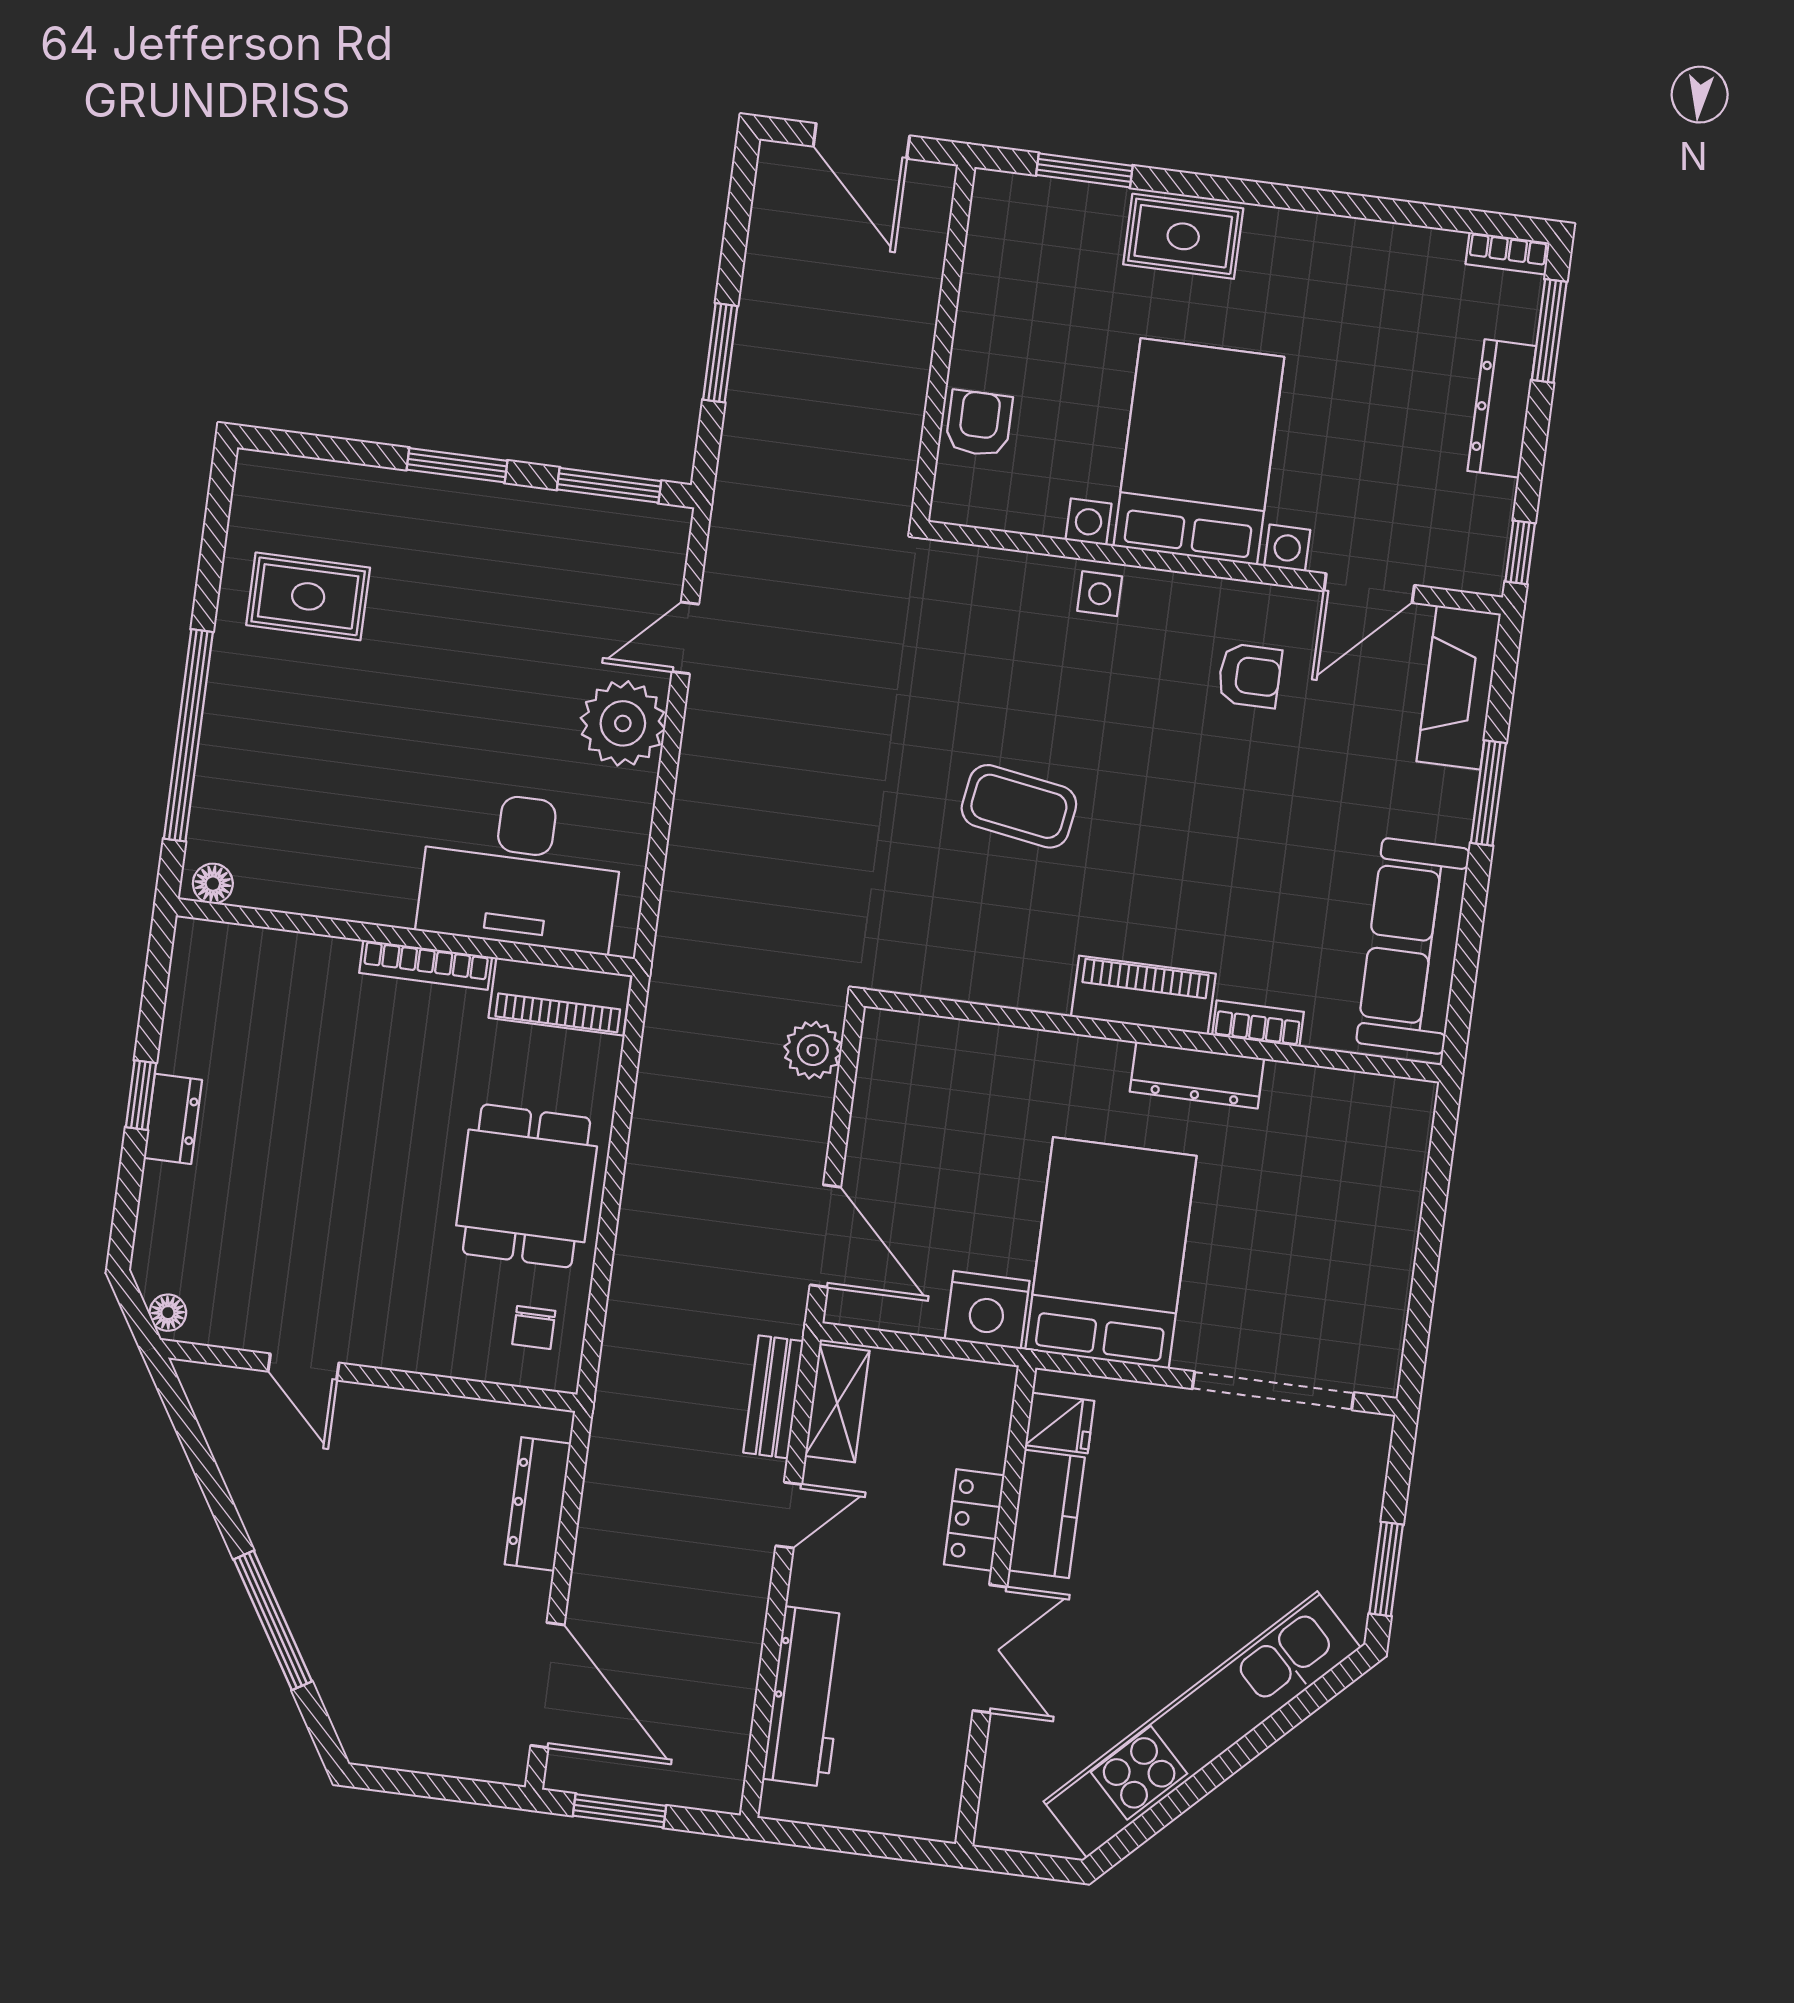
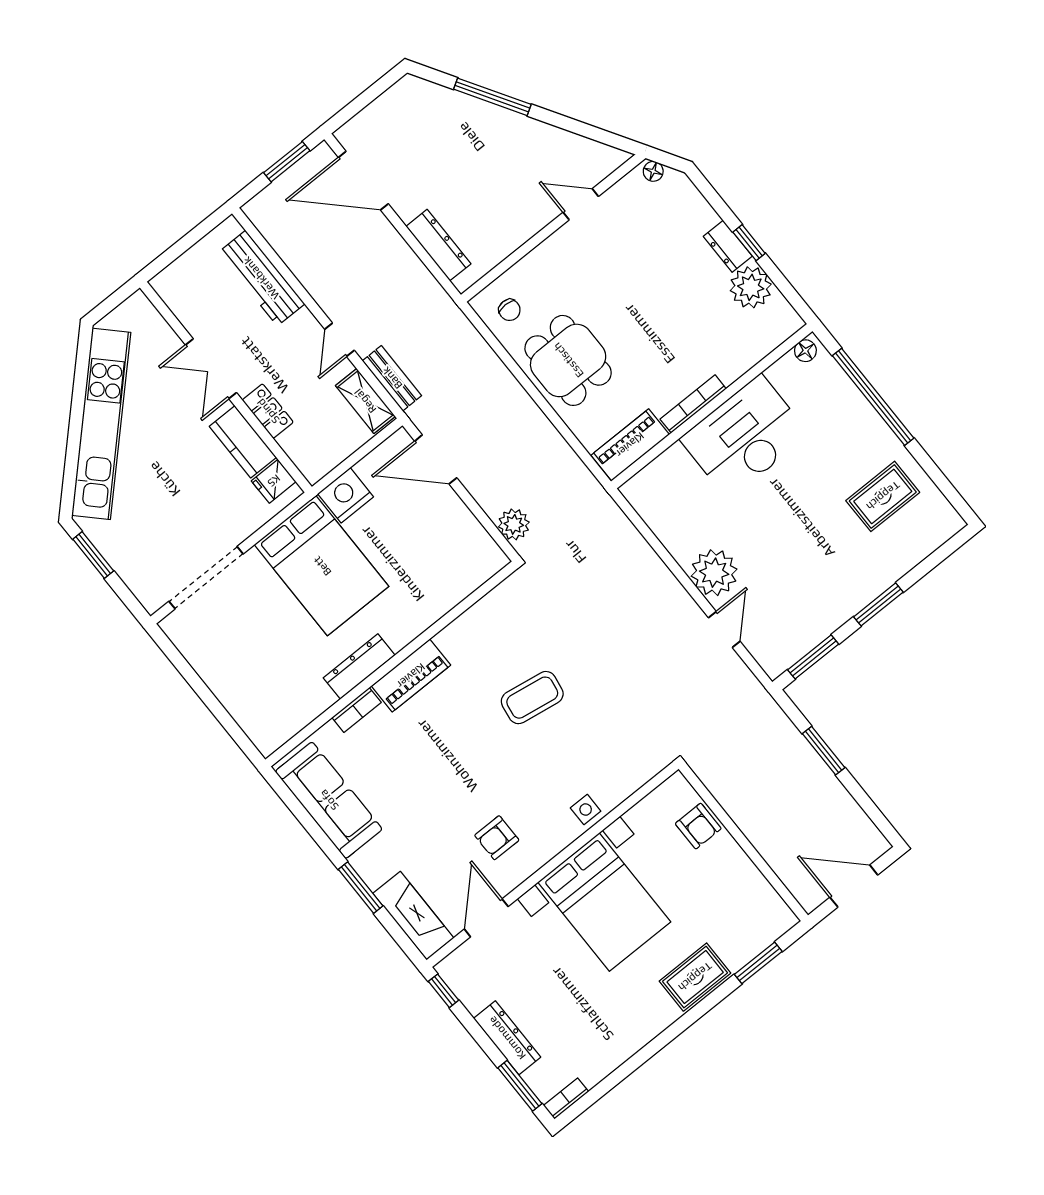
desk: (521, 871) -> (745, 437), moved
plant: (198, 1036) -> (751, 287), added
chair: (534, 1328) -> (510, 310), turned 180

